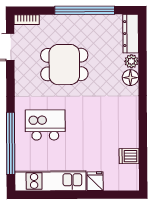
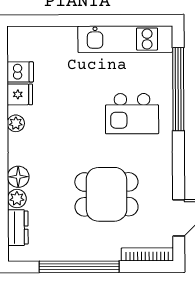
bookcase: (27, 20) -> (147, 254), width x1.56
dresser: (131, 34) -> (18, 228), width x0.70
plant: (132, 118) -> (16, 123), added
fridge: (95, 181) -> (20, 94), moved, turned -90

